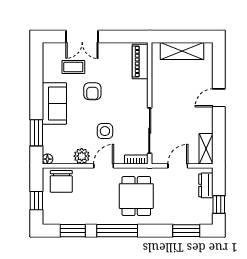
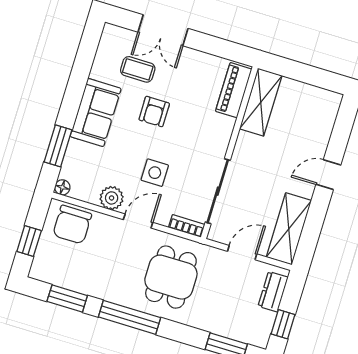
shelving: (182, 51) -> (261, 102), moved, turned 90
shelving: (206, 149) -> (289, 229), width x1.50, depth x1.33

